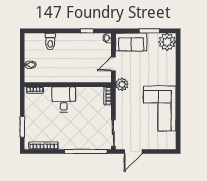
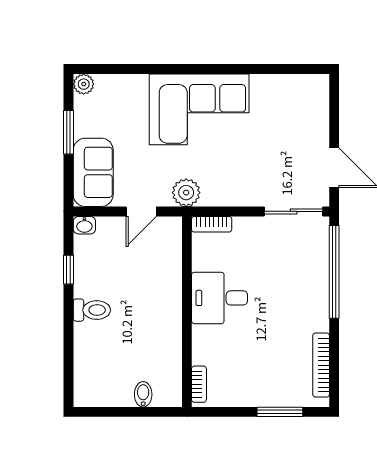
toilet: (50, 41) -> (92, 310), moved
plant: (167, 42) -> (84, 84), width x0.53, depth x0.53
door: (113, 64) -> (141, 211), hinge flipped
desk: (64, 99) -> (220, 298), moved
corner sofa: (160, 108) -> (199, 109), moved

